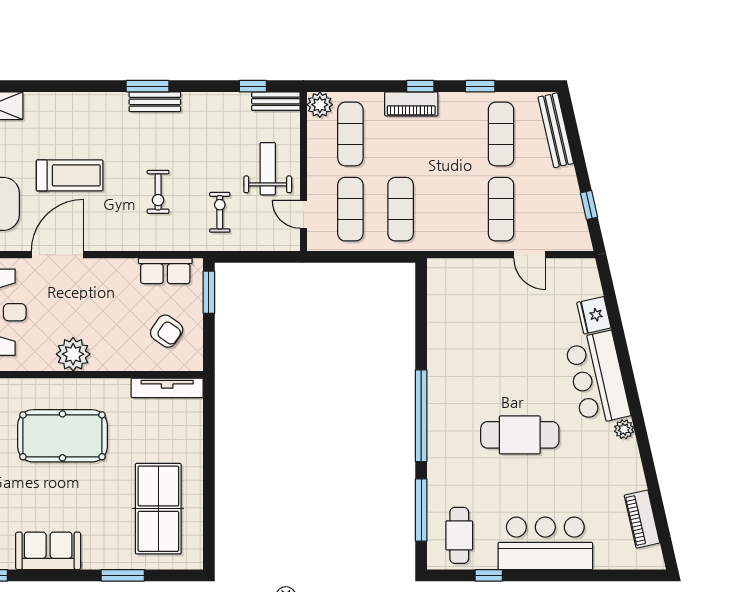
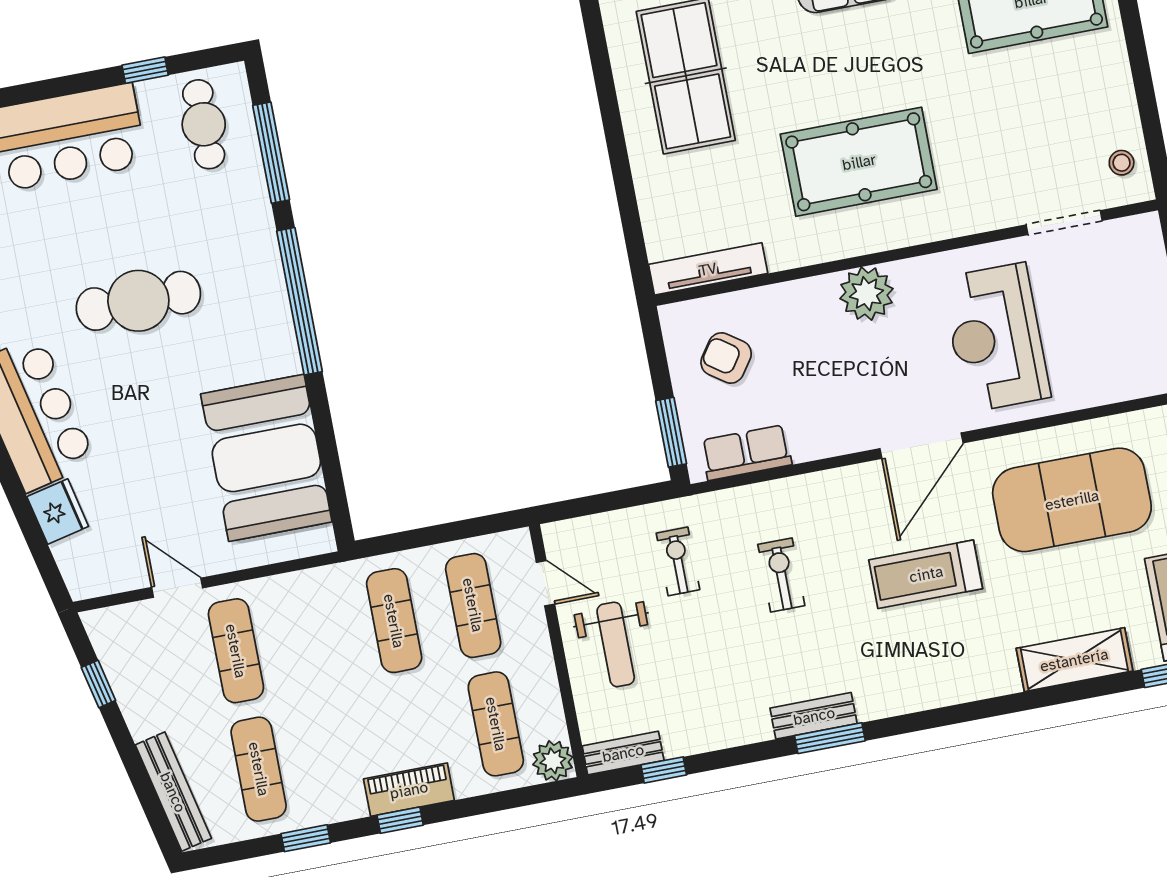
exercise bike: (220, 212) -> (678, 561), turned 180
booth: (460, 324) -> (266, 458), added

